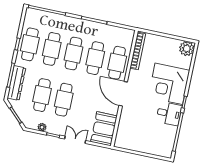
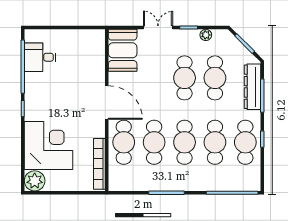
corner desk: (169, 84) -> (49, 145), moved
desk: (169, 114) -> (40, 57), moved
double door: (75, 140) -> (158, 28), swing flipped

